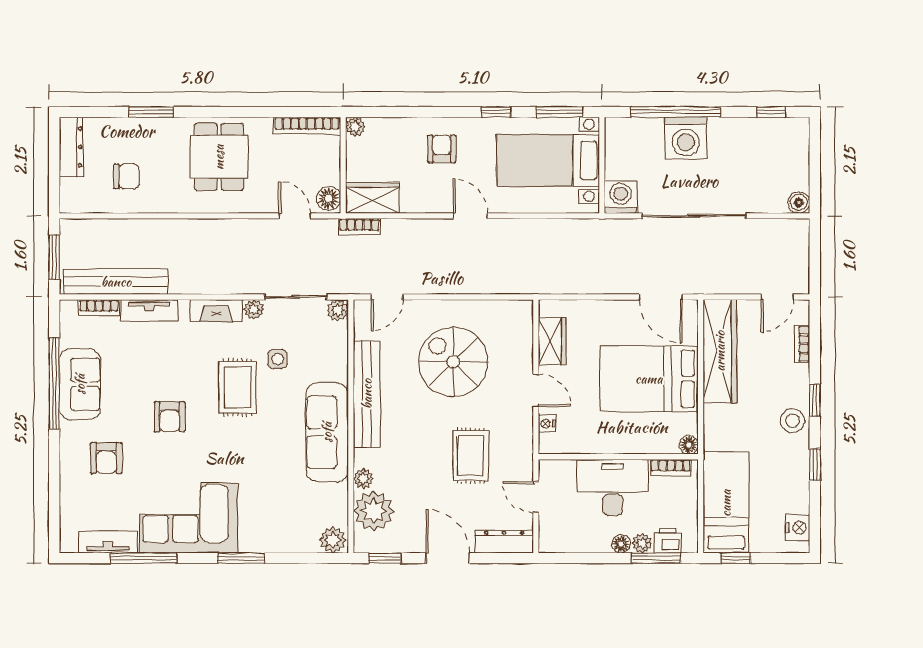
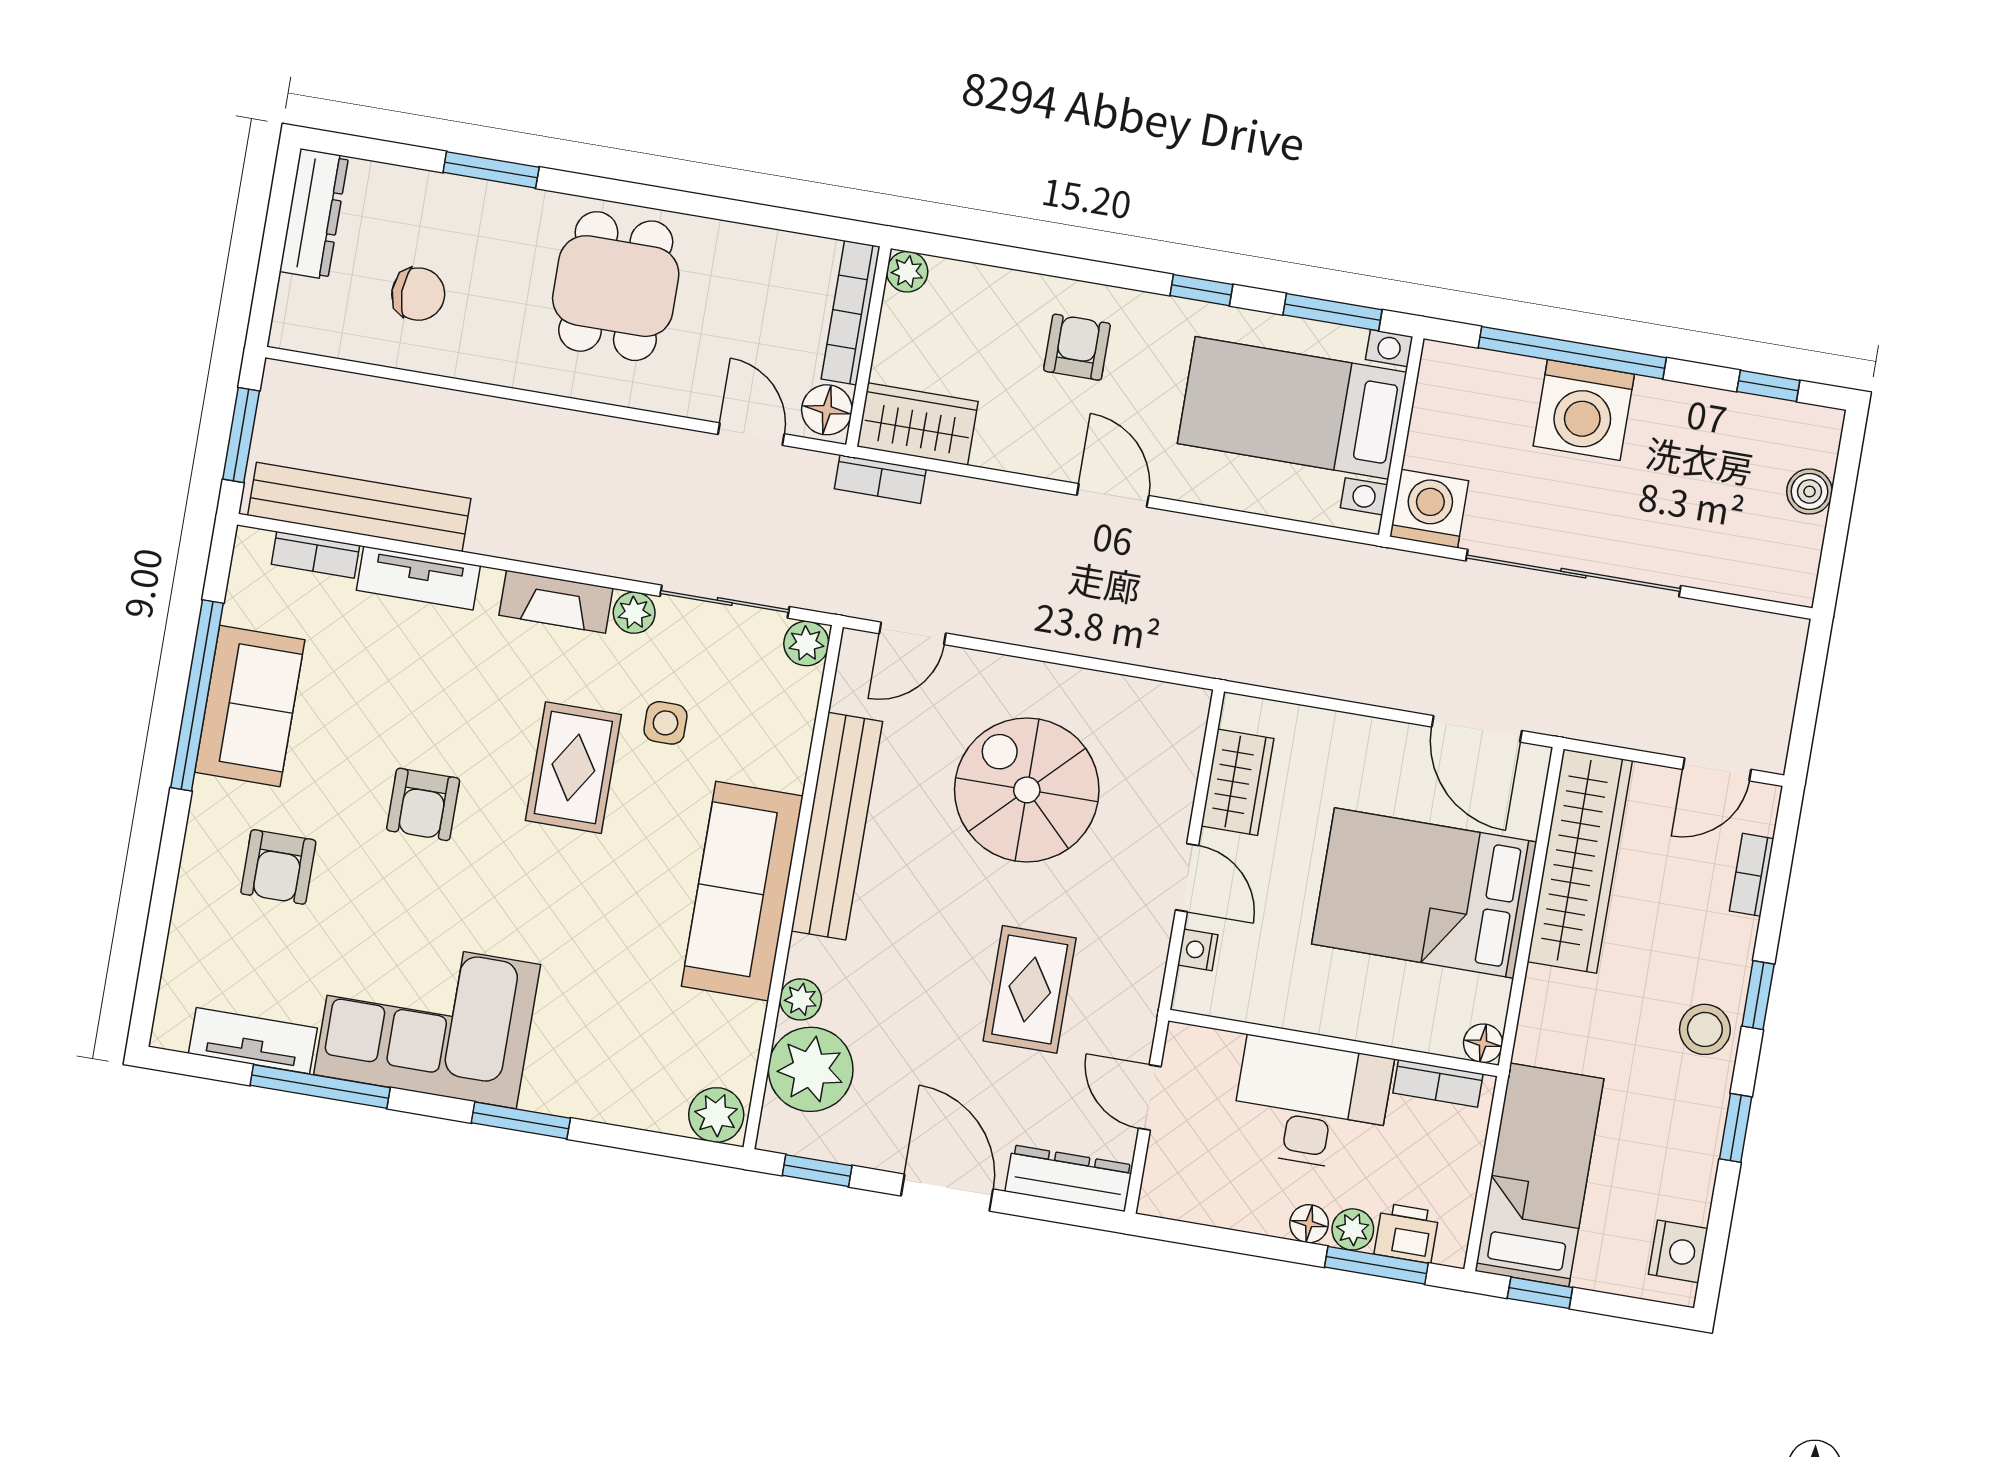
bookcase: (307, 126) -> (851, 313), moved, turned 90
boiler: (799, 202) -> (1809, 492), moved

